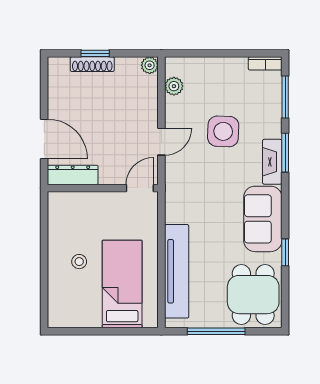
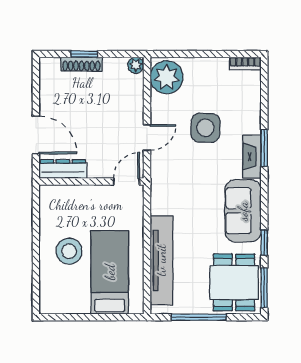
plant: (174, 86) -> (167, 77), width x1.87, depth x1.87
window: (285, 97) -> (264, 288), moved
stool: (79, 262) -> (69, 251), width x1.89, depth x1.89

